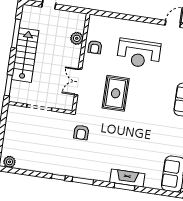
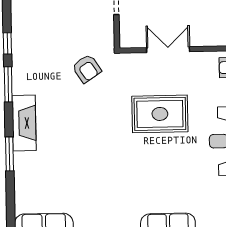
armchair: (81, 132) -> (87, 69), turned -124
fireplace: (127, 178) -> (24, 123), moved

